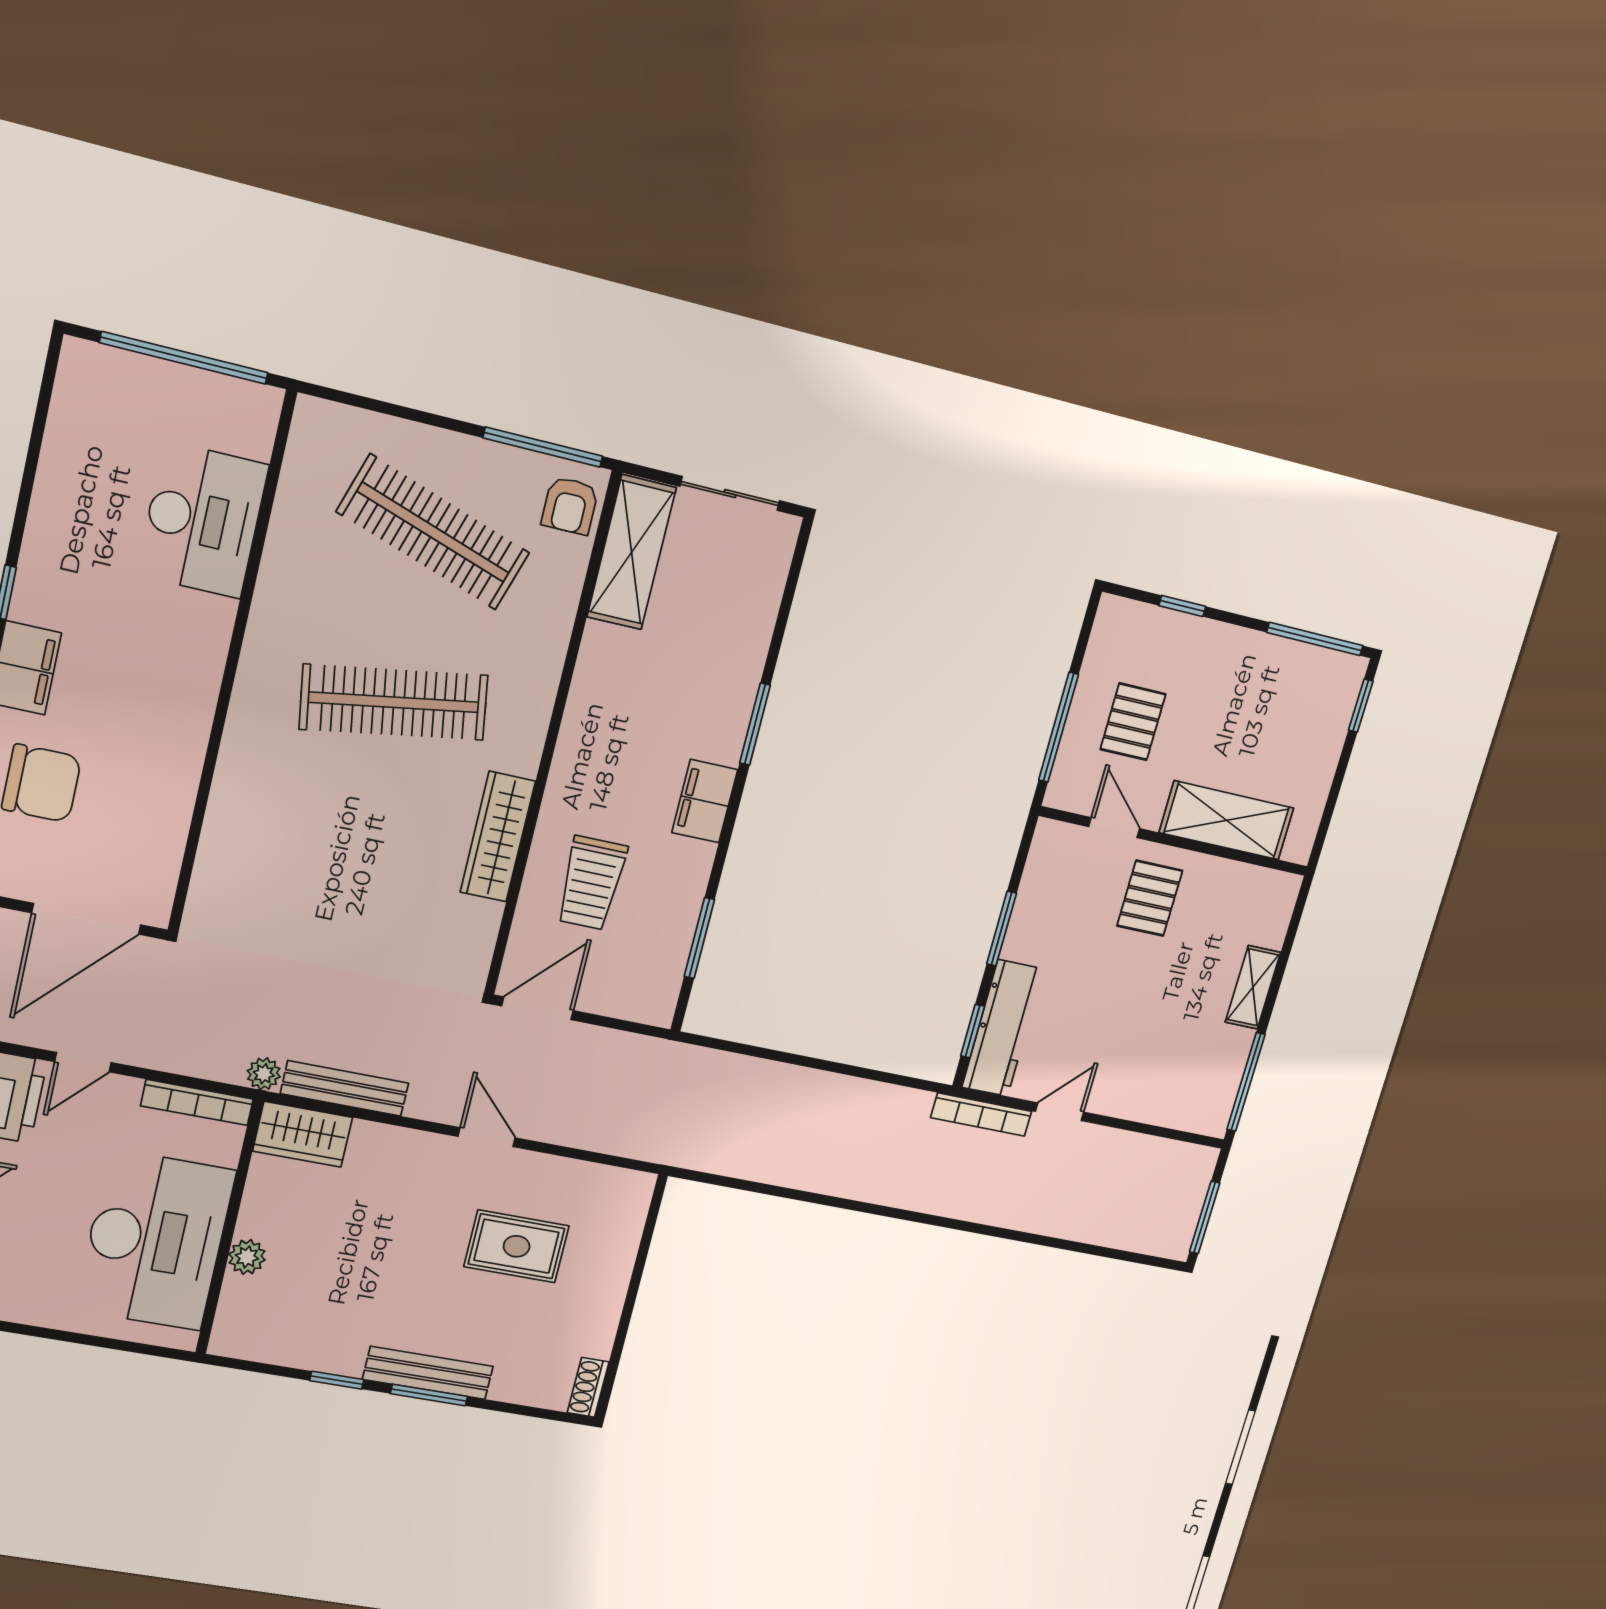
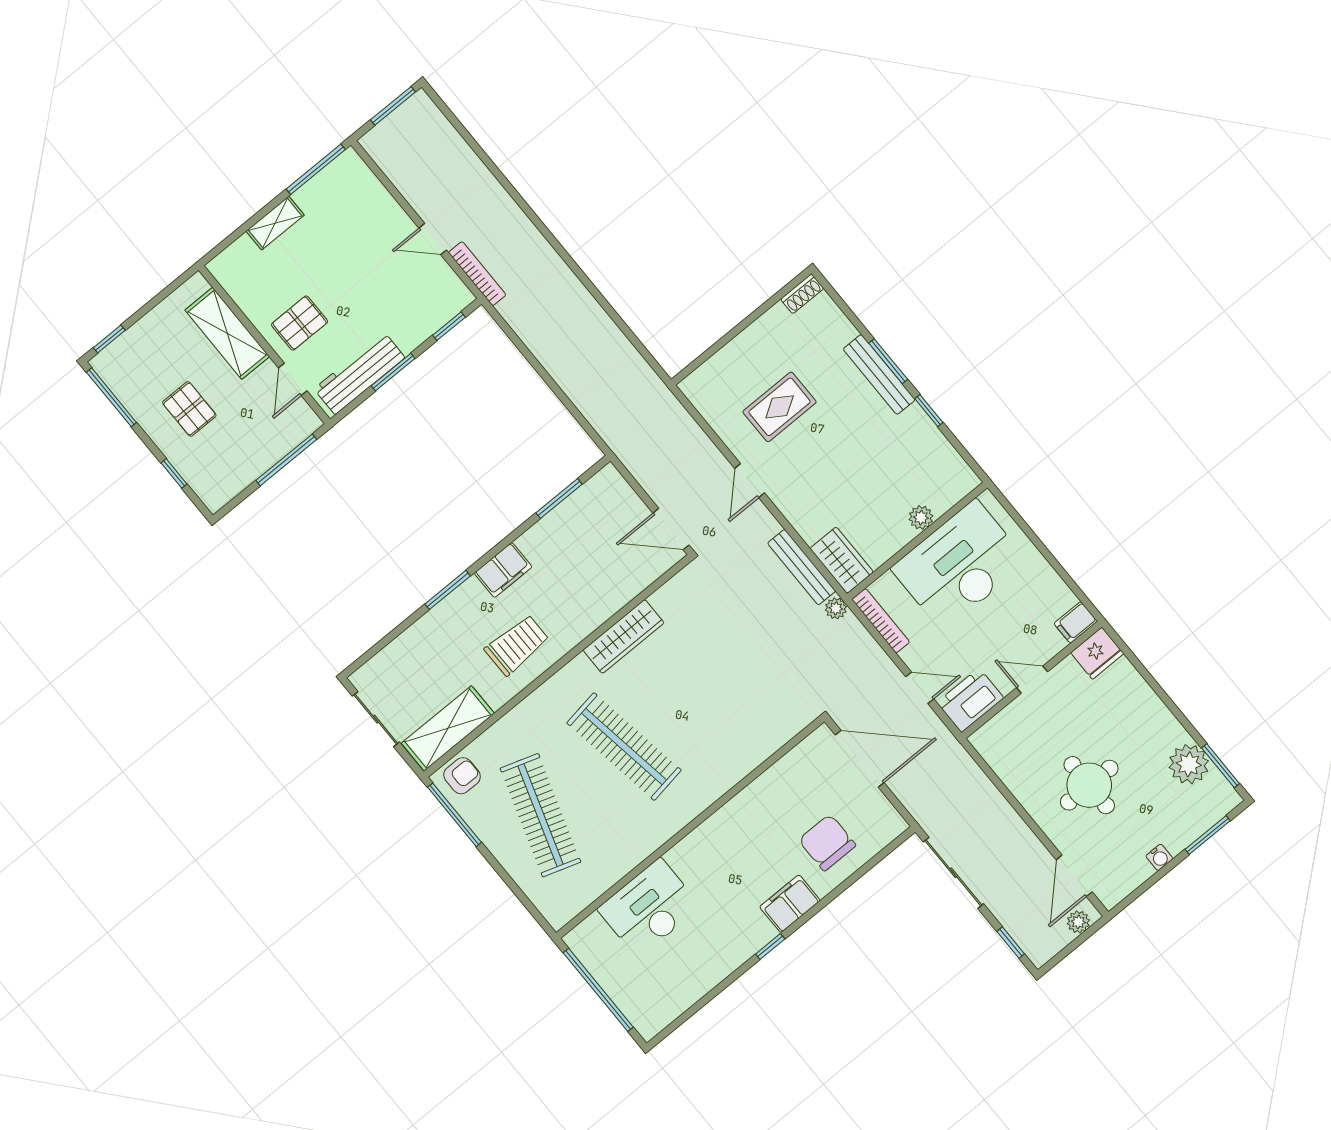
pallet: (1133, 722) -> (189, 409), moved, turned 90
trolley: (591, 883) -> (517, 645), moved
workbench: (1003, 1028) -> (359, 373), moved
rug: (517, 1246) -> (780, 407), turned 90

